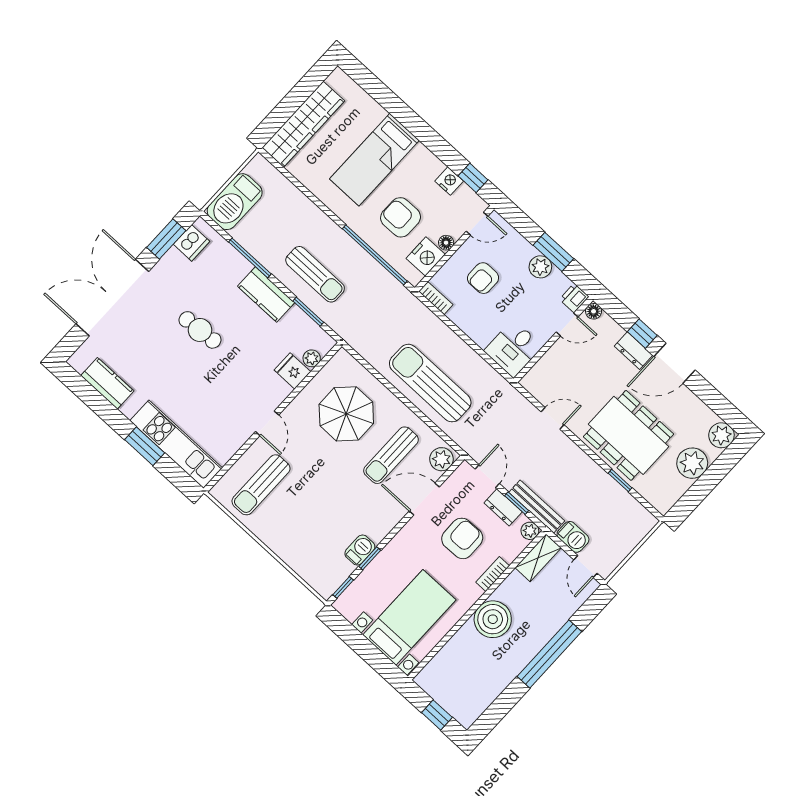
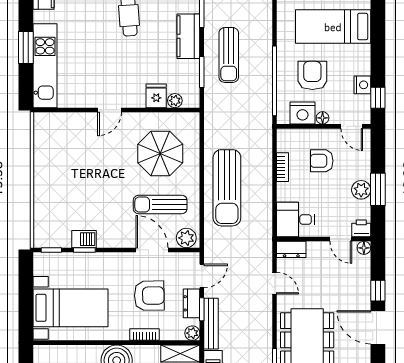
bookcase: (436, 298) -> (282, 167), moved
dresser: (633, 351) -> (291, 249), moved, turned -90
sun lounger: (430, 383) -> (227, 188), turned 180
sun lounger: (261, 485) -> (68, 141), removed

